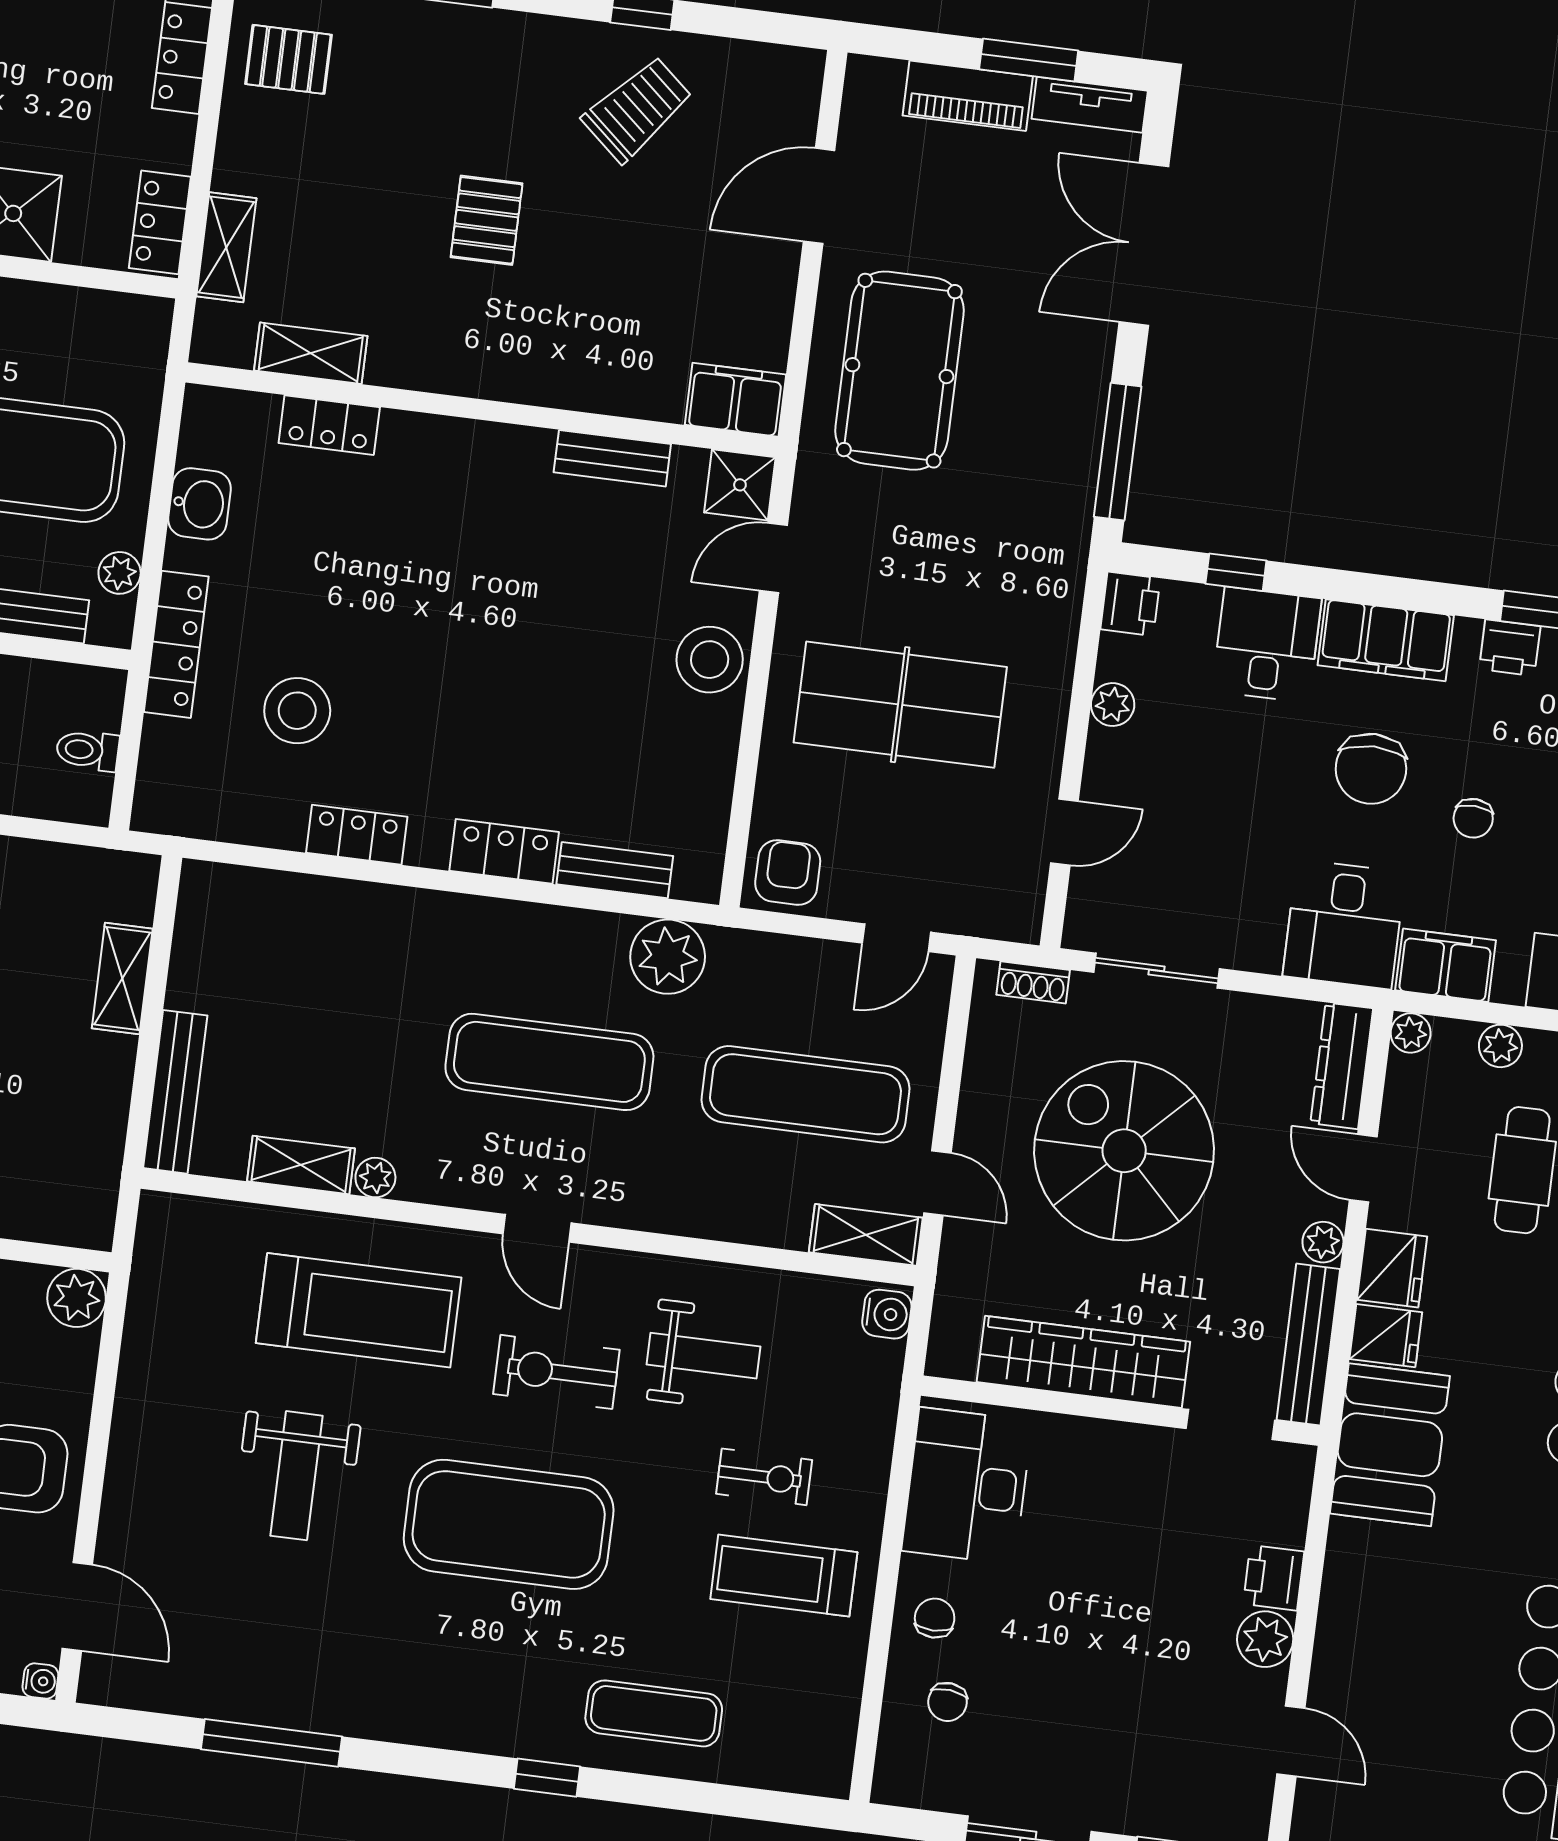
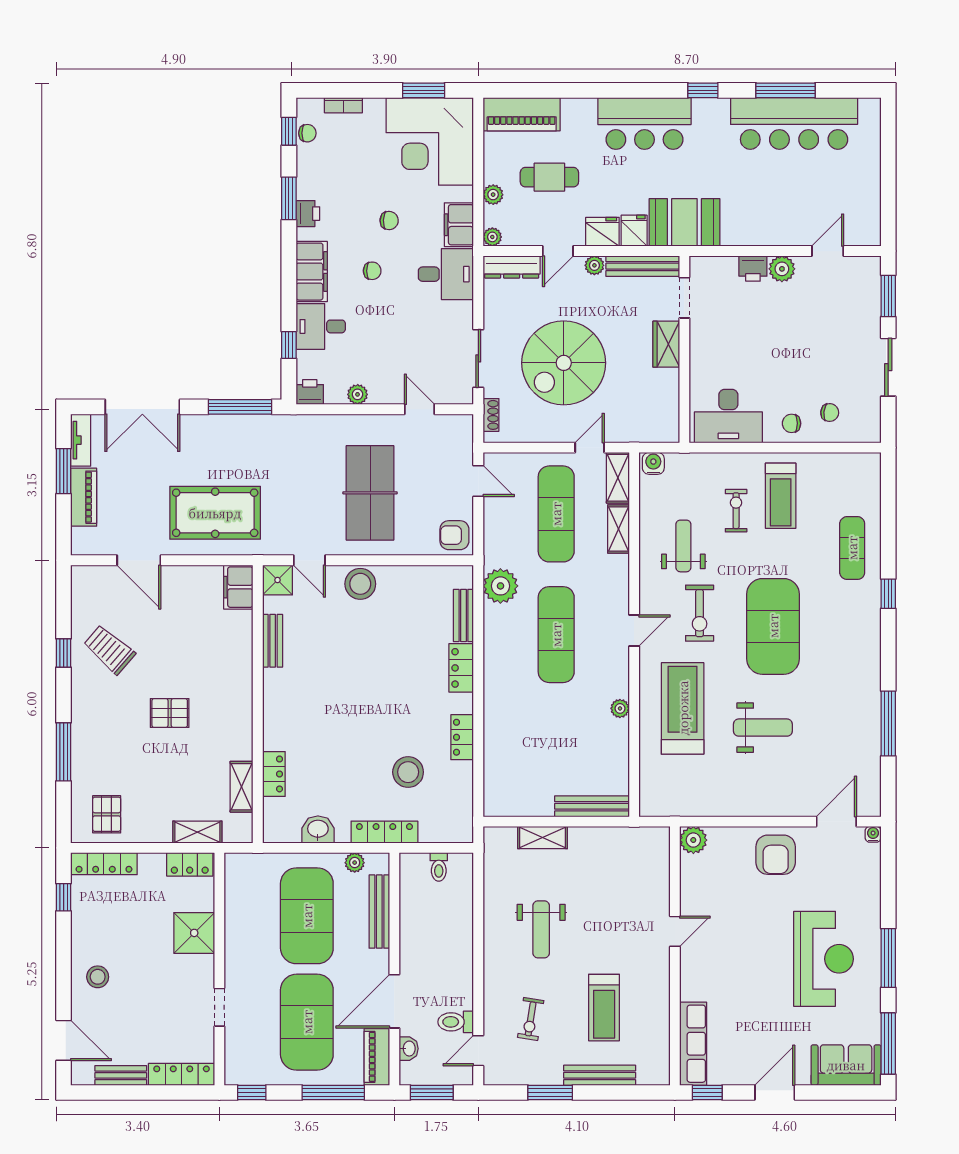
chair: (1371, 769) -> (372, 271), width x0.54, depth x0.54
shelving: (301, 1165) -> (618, 529), moved
wardrobe: (1083, 1362) -> (666, 344), width x0.48, depth x0.85

